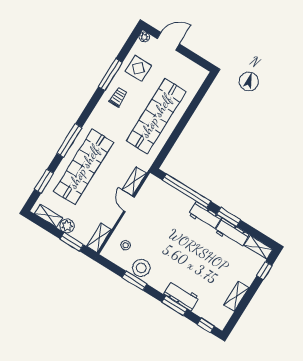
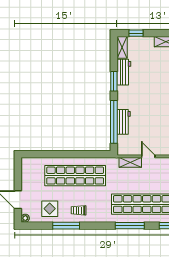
door: (129, 204) -> (148, 156), swing flipped
workbench: (205, 216) -> (124, 122), moved

